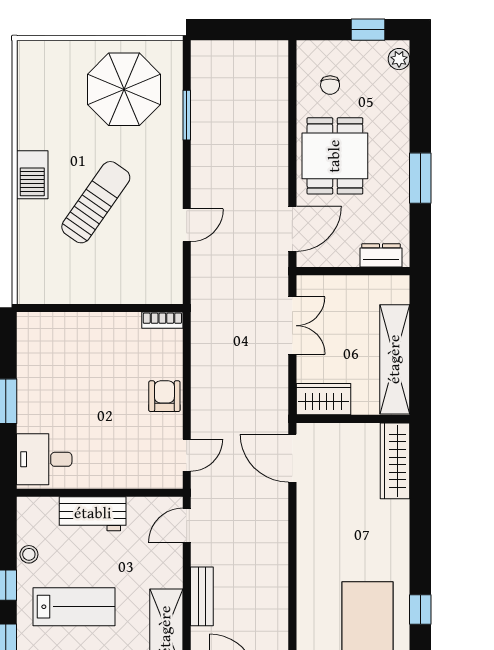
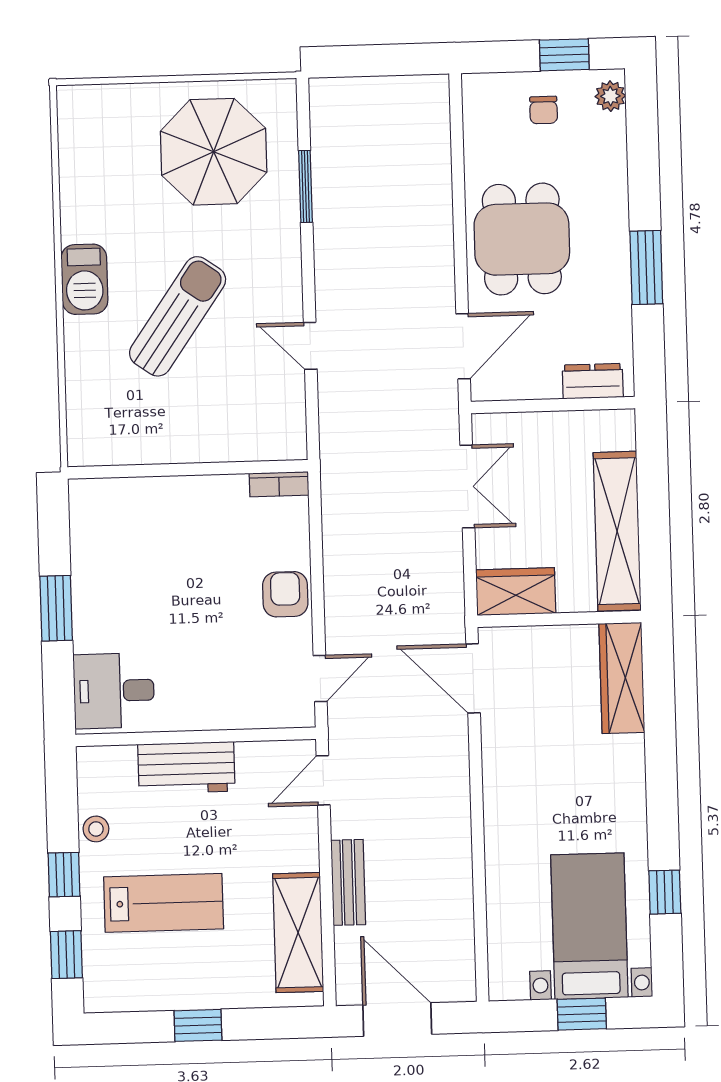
chair: (330, 85) -> (544, 110), moved
door: (187, 225) -> (310, 346), swing flipped

